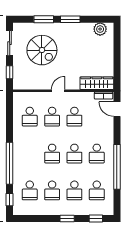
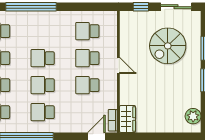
wardrobe: (97, 83) -> (128, 119), width x0.67

